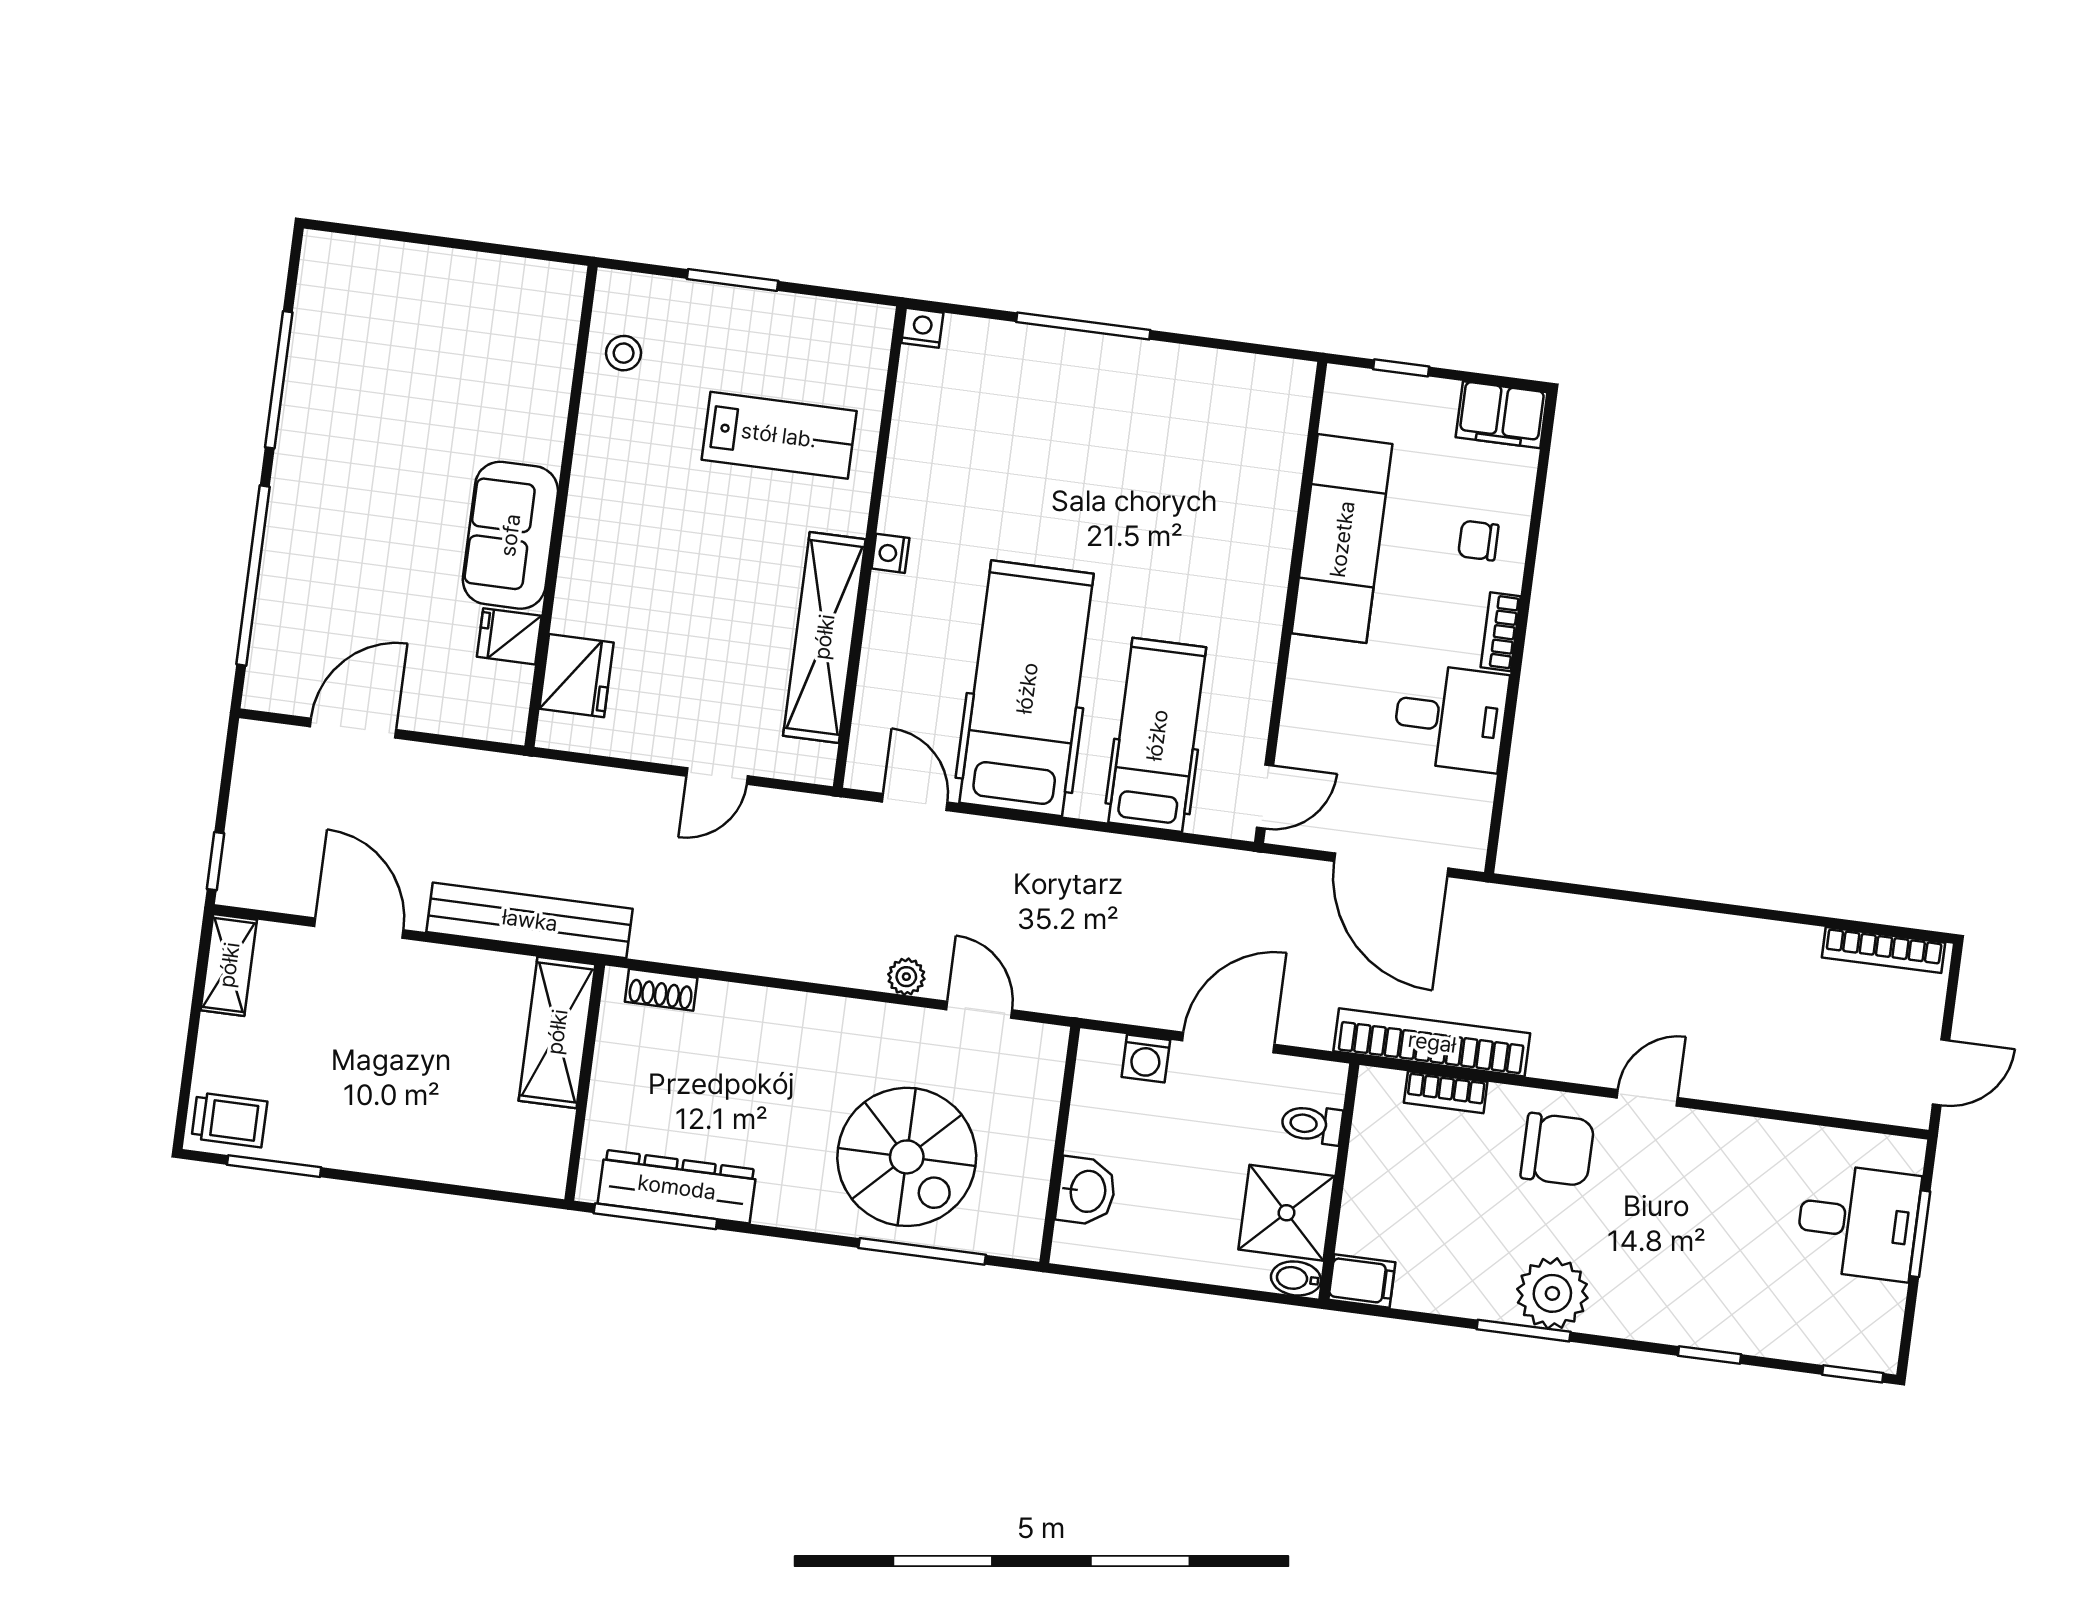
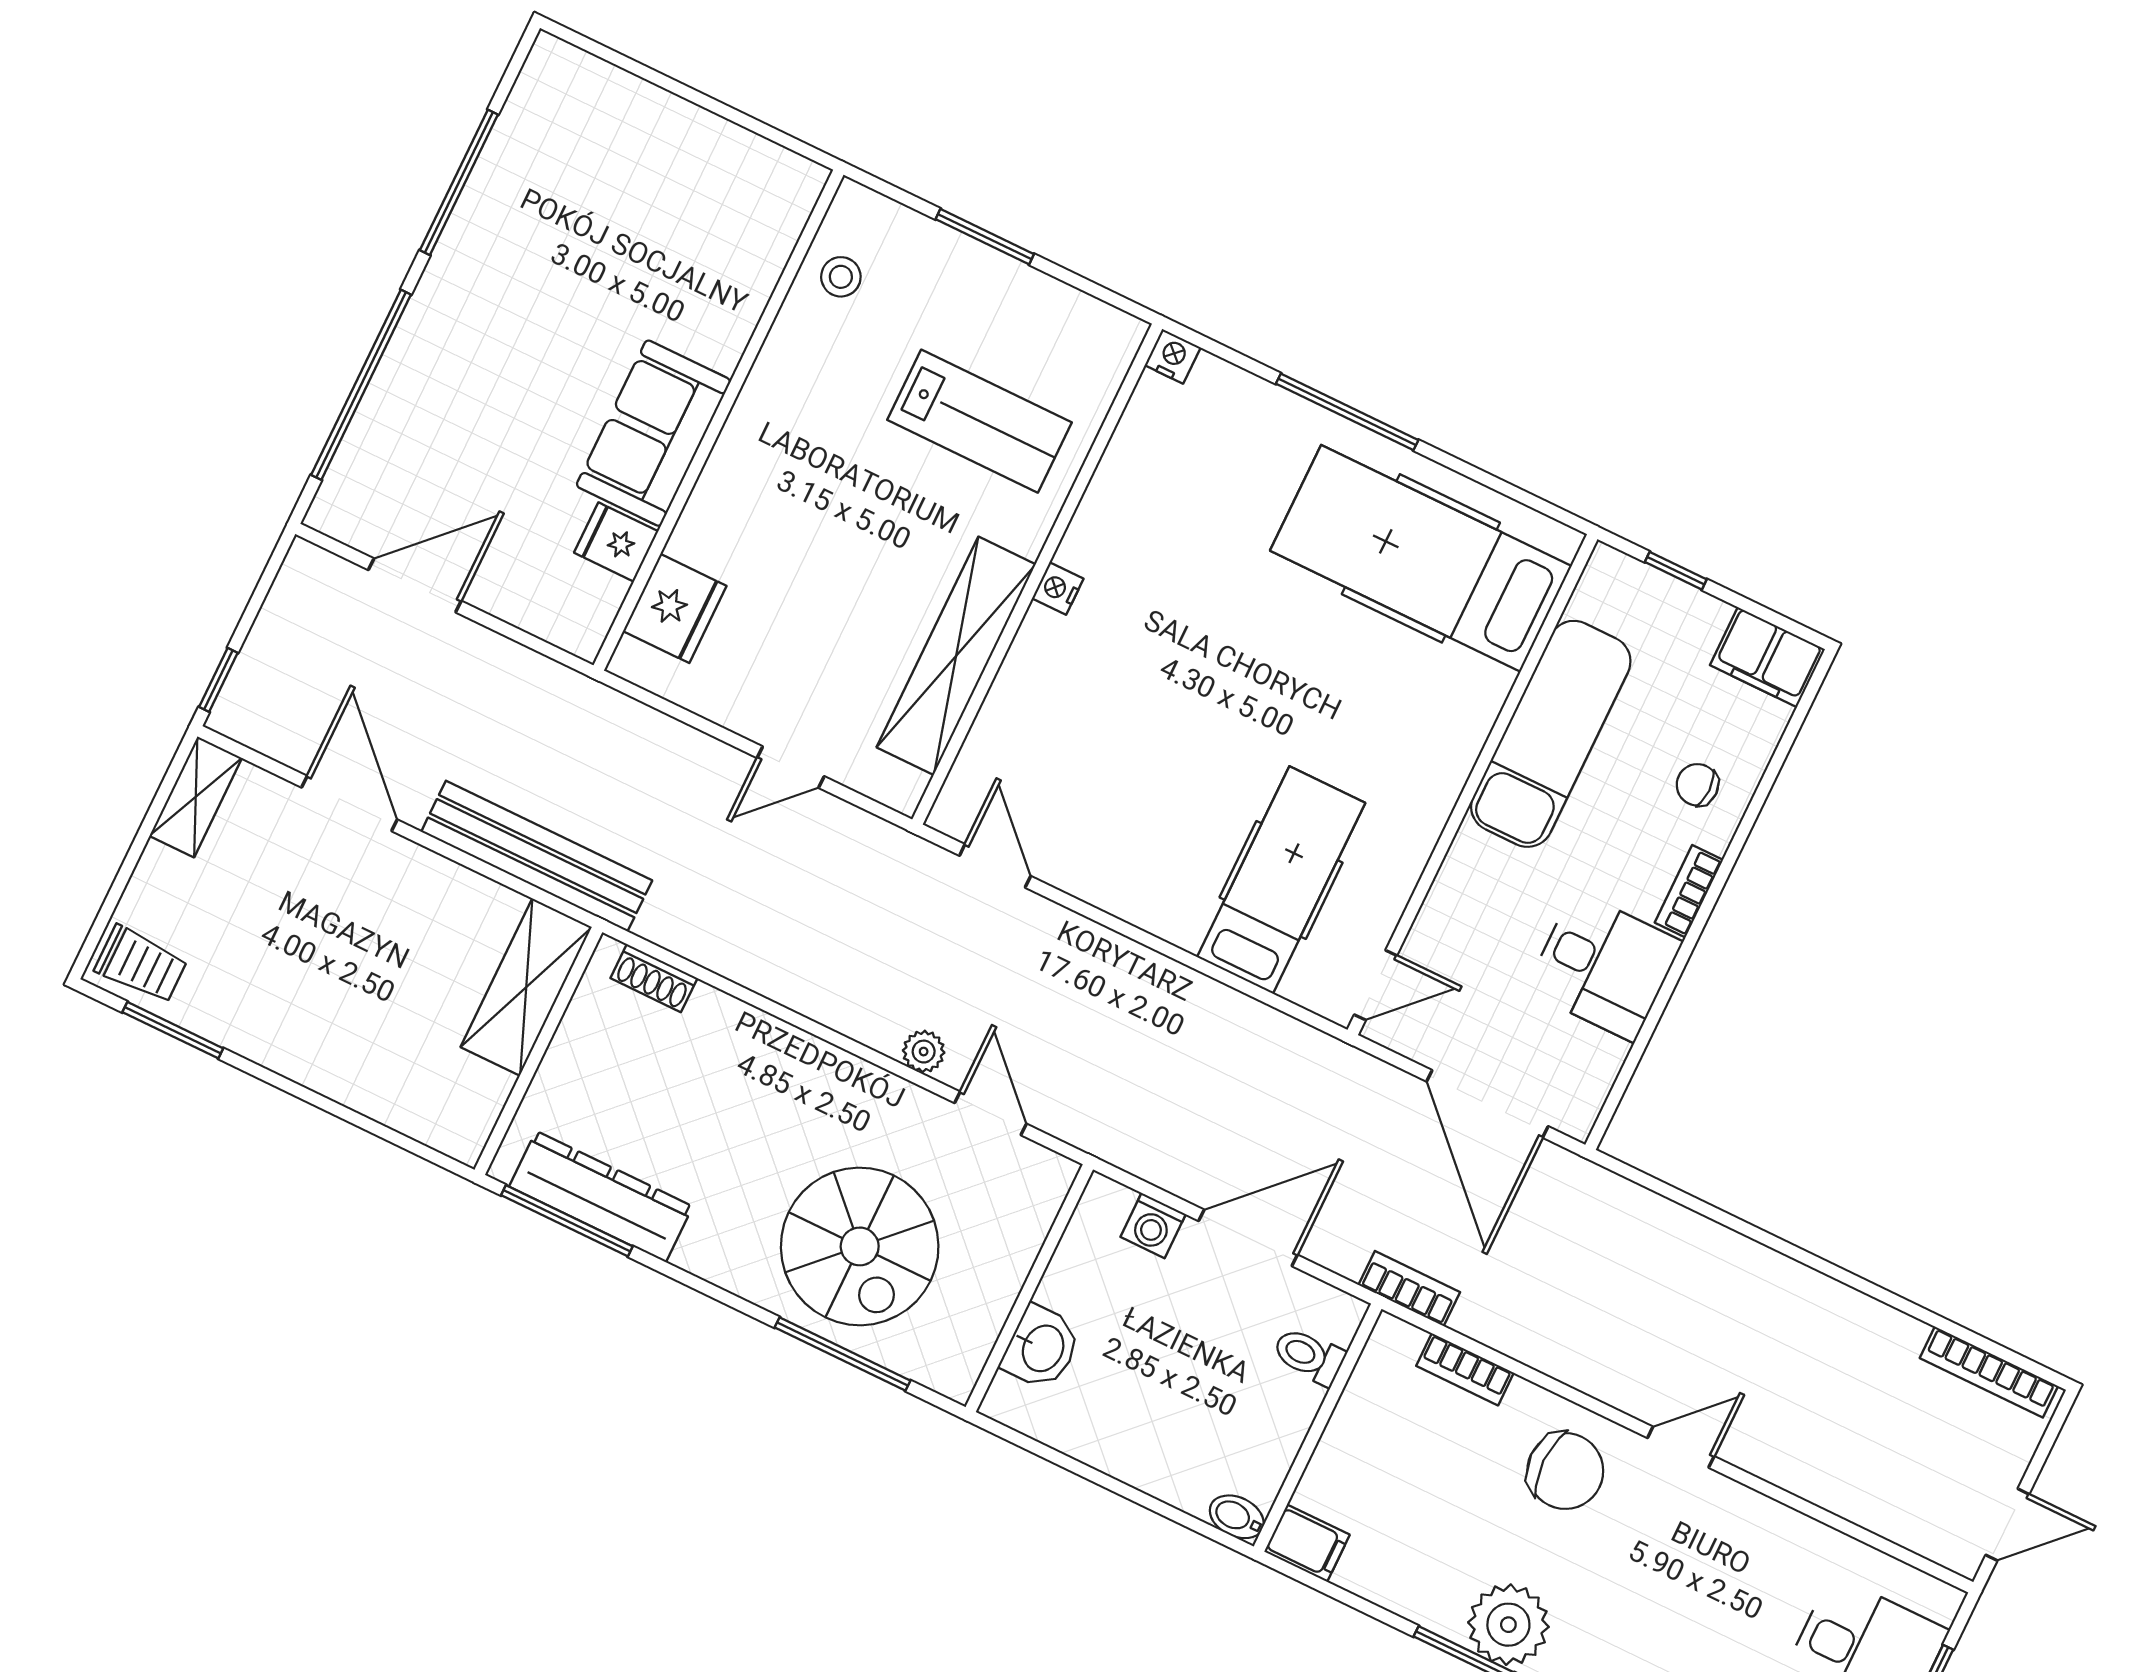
hospital bed: (1027, 688) -> (1421, 558), moved, turned -90
bookcase: (1432, 1042) -> (1409, 1289), width x0.43, depth x0.76
shower: (1287, 1213) -> (1250, 1443), removed

